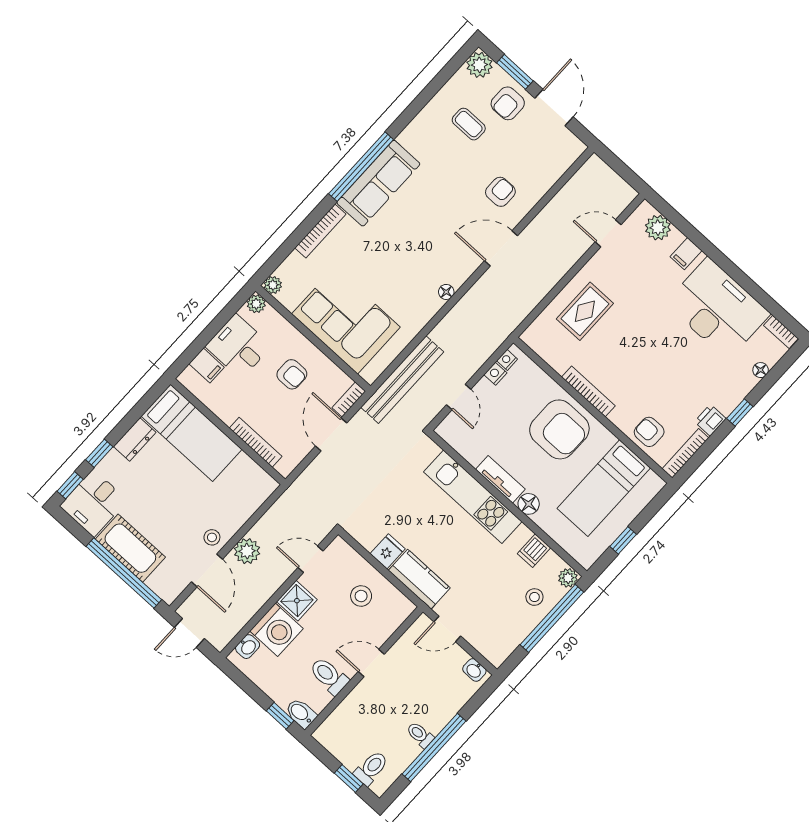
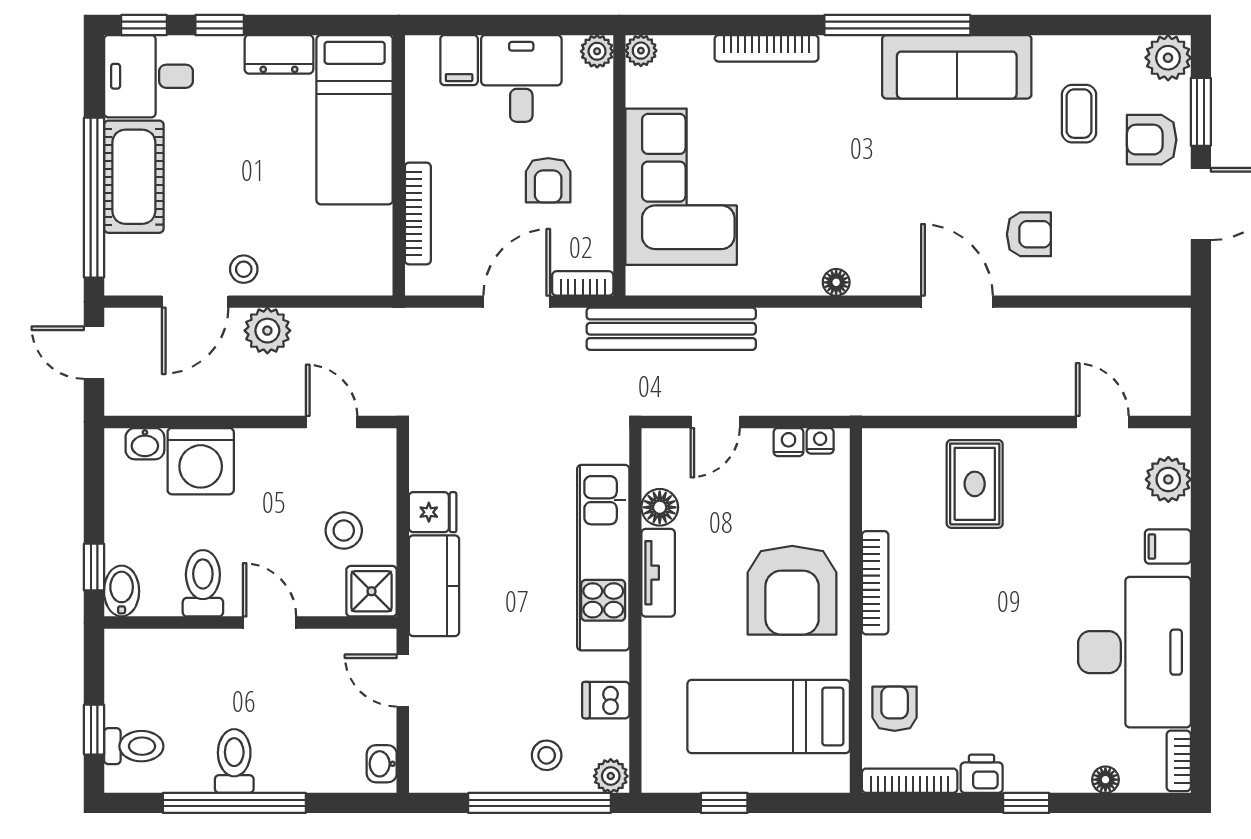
sofa: (378, 183) -> (957, 67), moved
rug: (585, 311) -> (975, 484), turned 90
floor lamp: (529, 504) -> (660, 507), moved
shower: (297, 601) -> (372, 591), moved
toilet: (420, 735) -> (234, 761), width x1.37, depth x1.39

